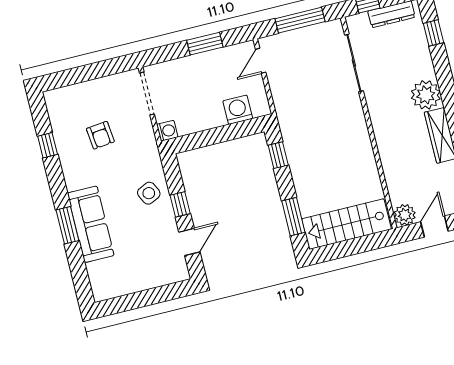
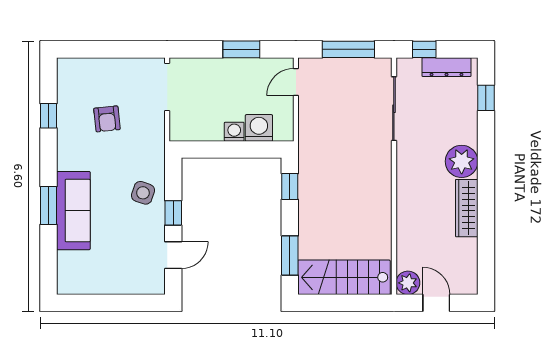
washing machine: (167, 131) -> (234, 132), moved, turned -90
side table: (149, 193) -> (143, 193), turned 45
door: (434, 227) -> (436, 303), hinge flipped

